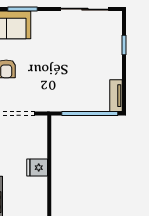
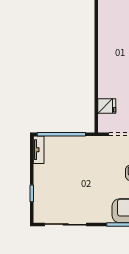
fridge: (37, 168) -> (107, 106), moved

